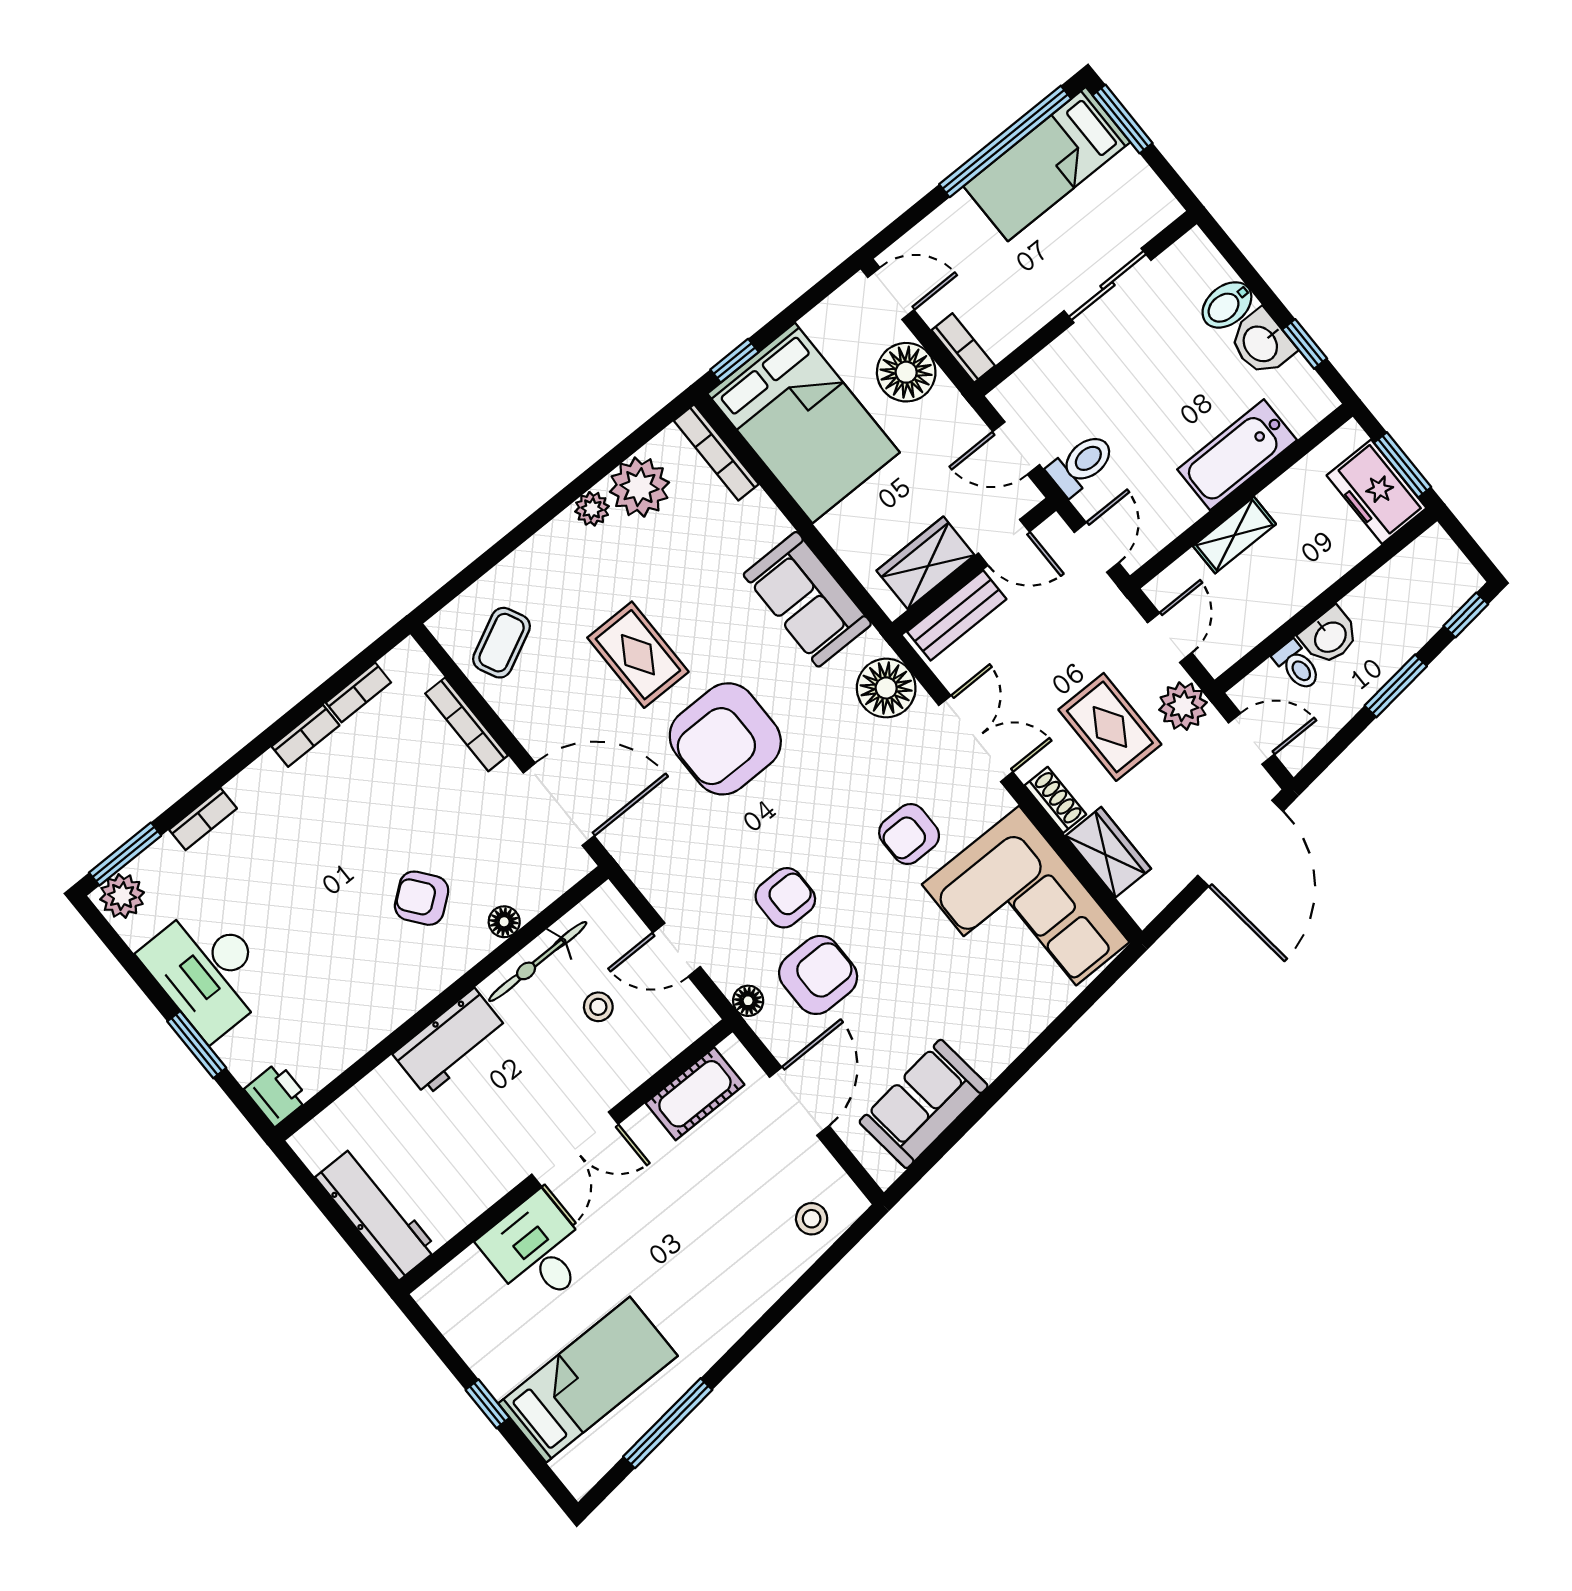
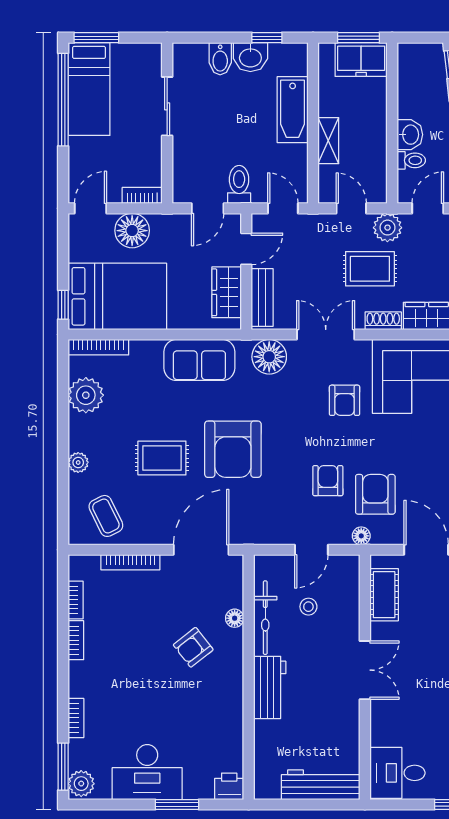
plant: (592, 509) -> (78, 462), moved
desk: (537, 1251) -> (397, 773), moved

